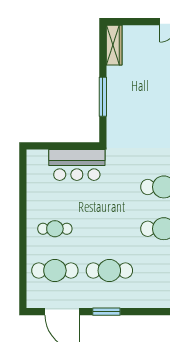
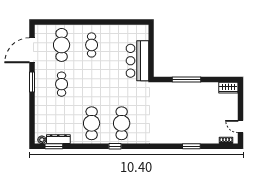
wardrobe: (114, 45) -> (228, 88), width x0.67
cafe table: (109, 271) -> (62, 84), width x0.73, depth x0.74

